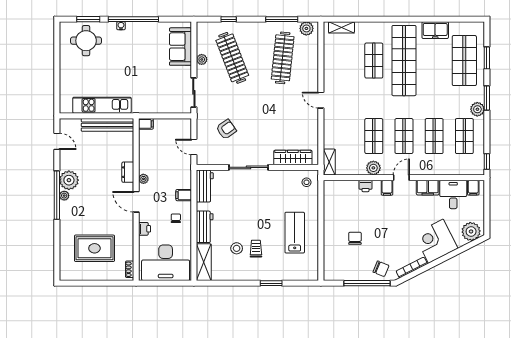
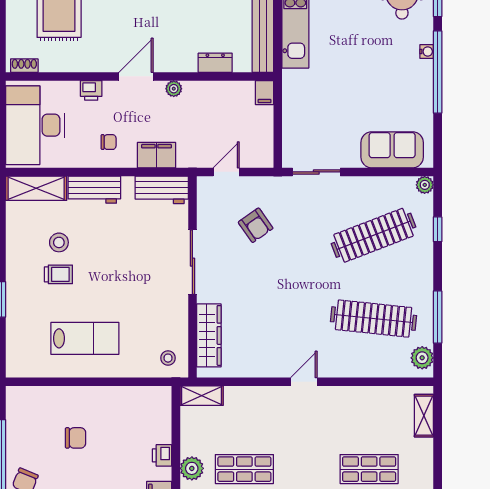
plant: (202, 59) -> (425, 185), moved
dresser: (128, 172) -> (215, 63), moved
filing cabinet: (184, 195) -> (156, 155), width x2.00

